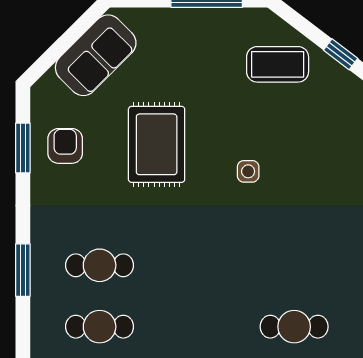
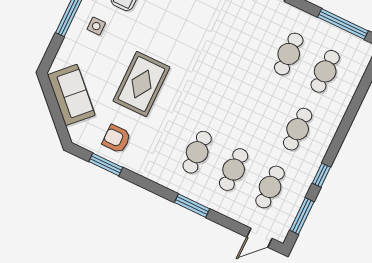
rug: (157, 144) -> (141, 84), turned 90
side table: (248, 171) -> (96, 26), moved
window: (23, 270) -> (192, 206), moved

